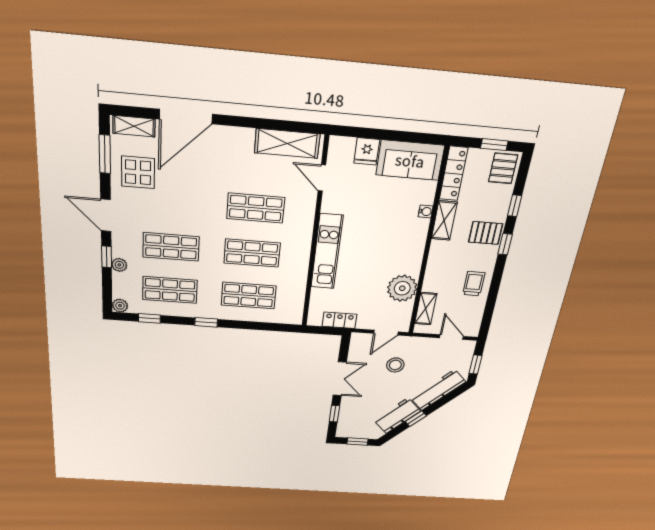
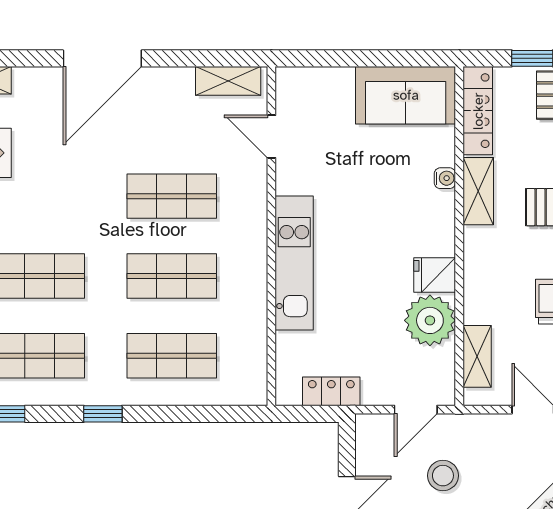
door: (186, 117) -> (102, 58), moved
shelving: (287, 143) -> (228, 81), width x0.67, depth x0.75
fridge: (367, 151) -> (435, 275), moved, turned 90

